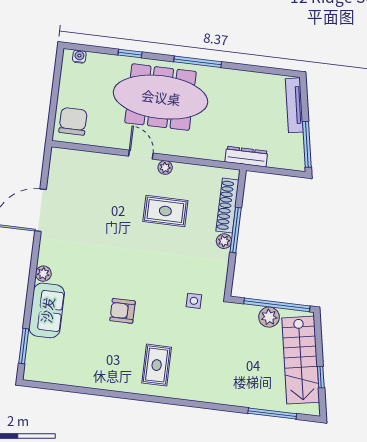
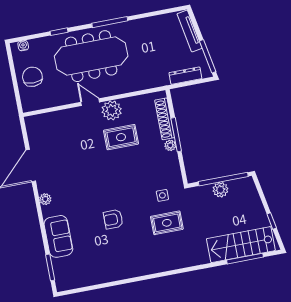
chair: (73, 121) -> (32, 77), moved
dresser: (246, 157) -> (185, 76), moved
plant: (165, 167) -> (112, 110), width x1.88, depth x1.88
plant: (43, 274) -> (45, 199), moved
stairs: (301, 360) -> (241, 245), moved, turned 100
rug: (157, 365) -> (167, 223), moved, turned 90

